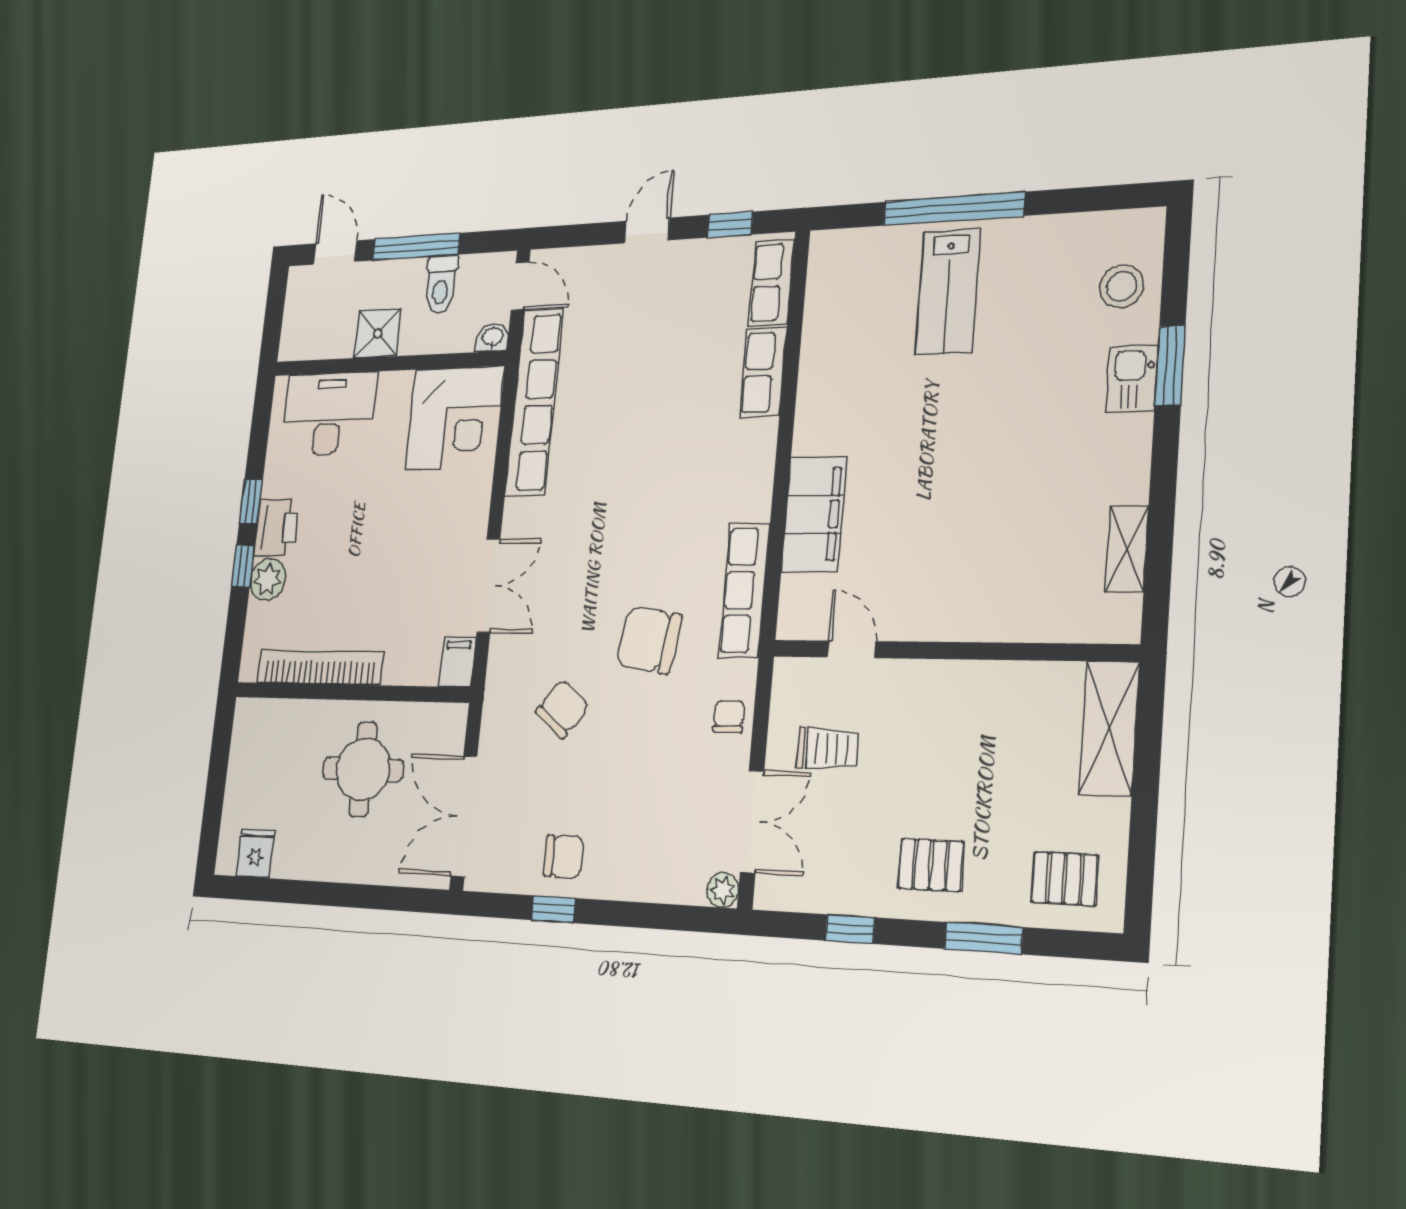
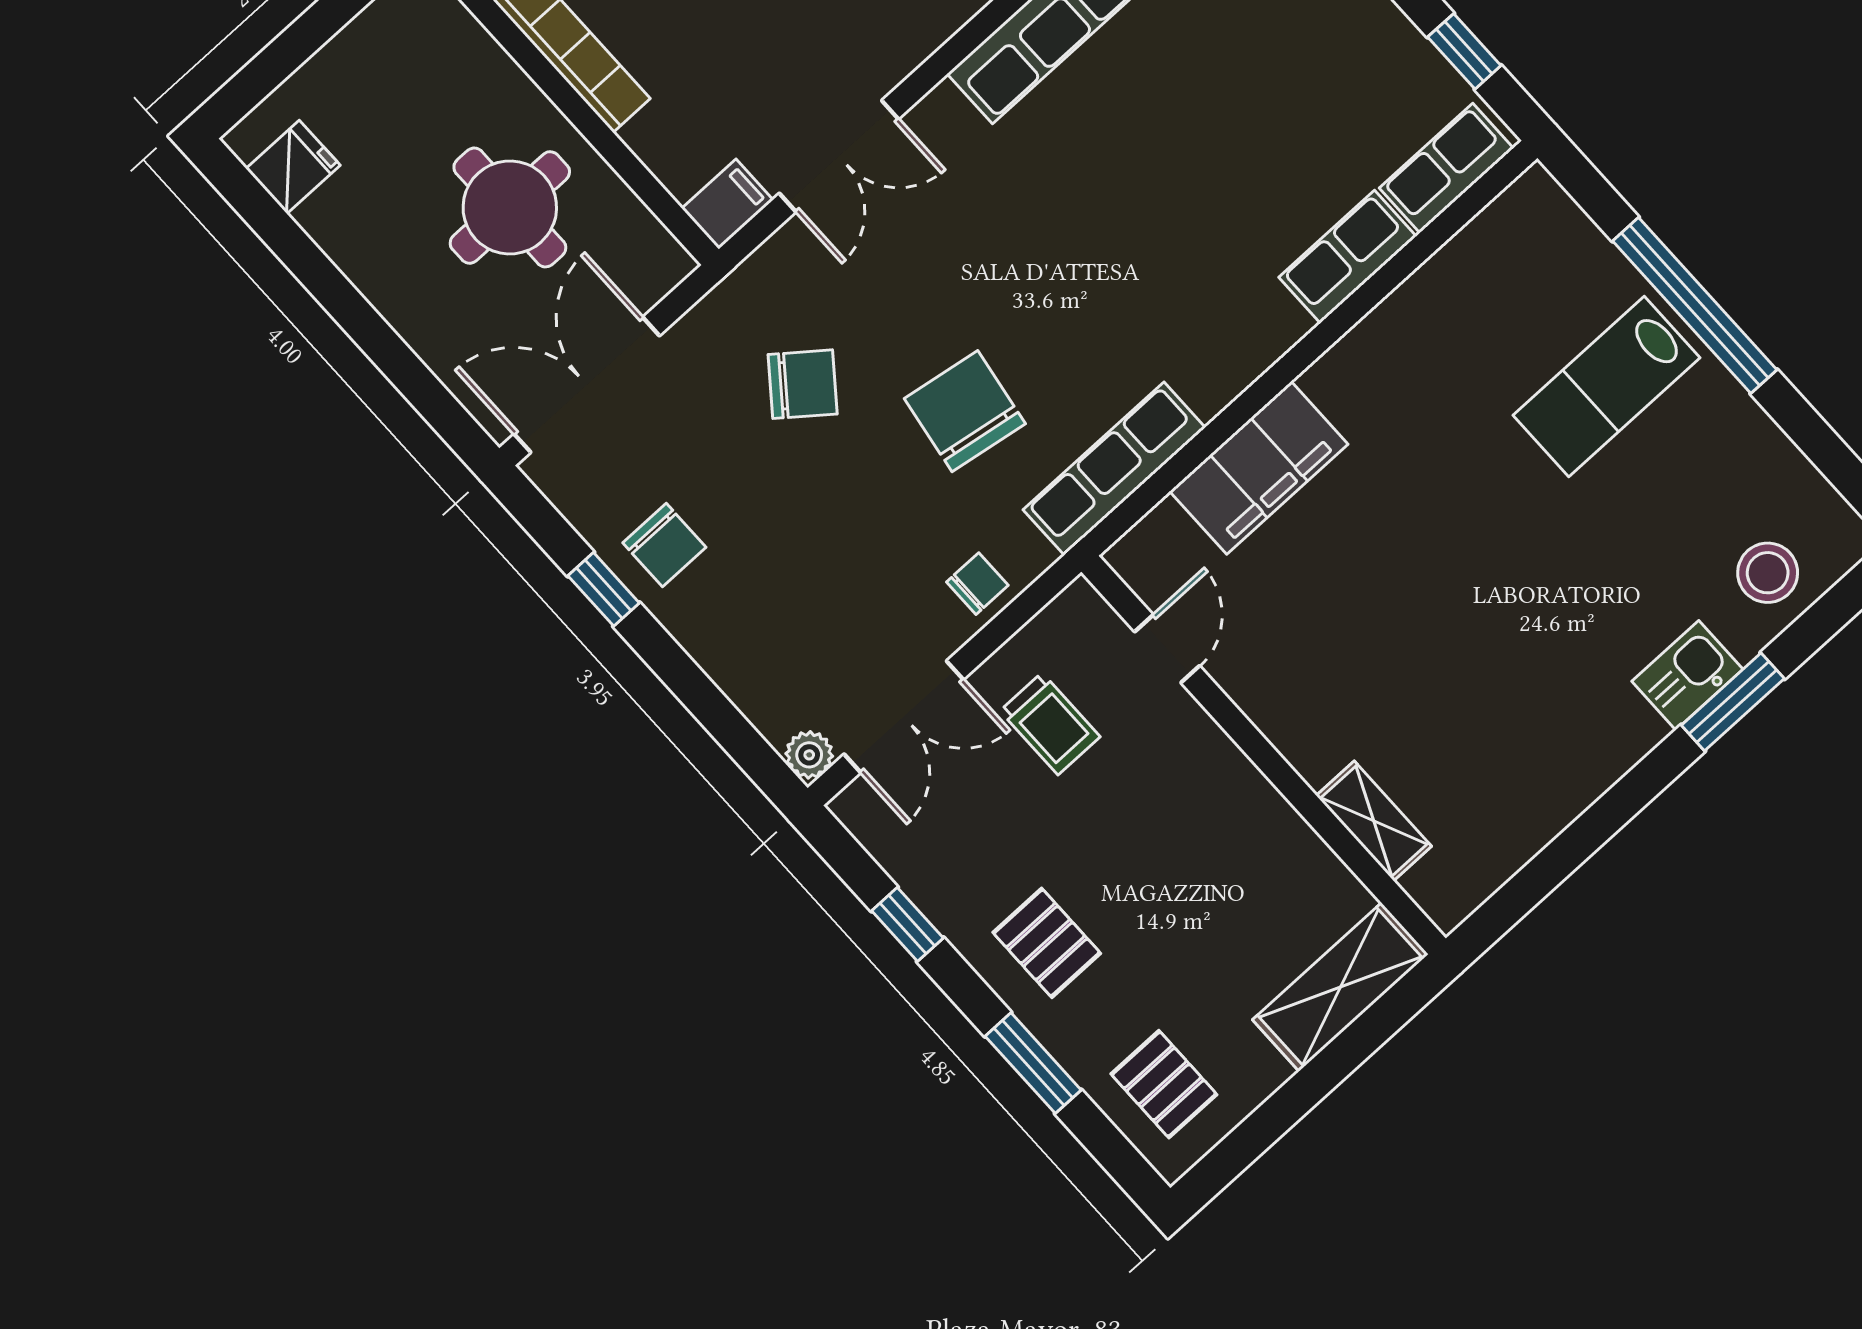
shelving: (1127, 549) -> (1374, 821), moved, turned 90

